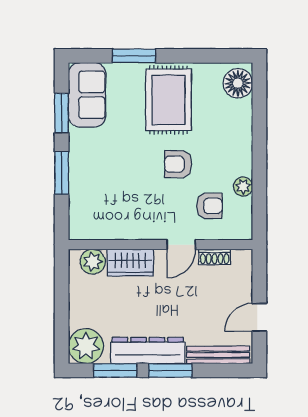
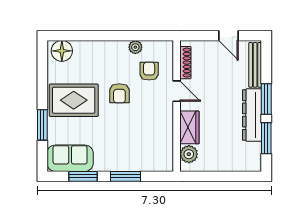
shoe rack: (215, 257) -> (185, 63), width x1.43
plant: (86, 346) -> (249, 159), removed

